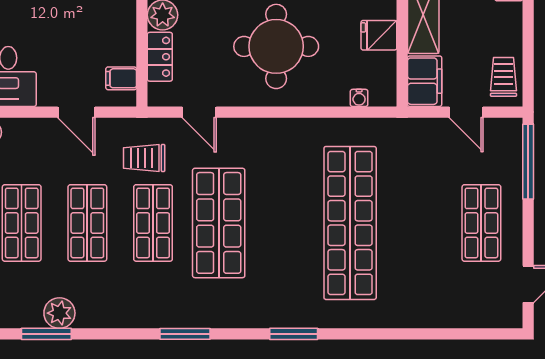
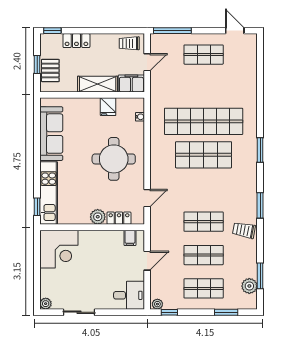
trolley: (144, 158) -> (244, 230), moved, turned 101
shop shelf: (219, 223) -> (204, 155), moved
plant: (59, 313) -> (249, 286), moved

